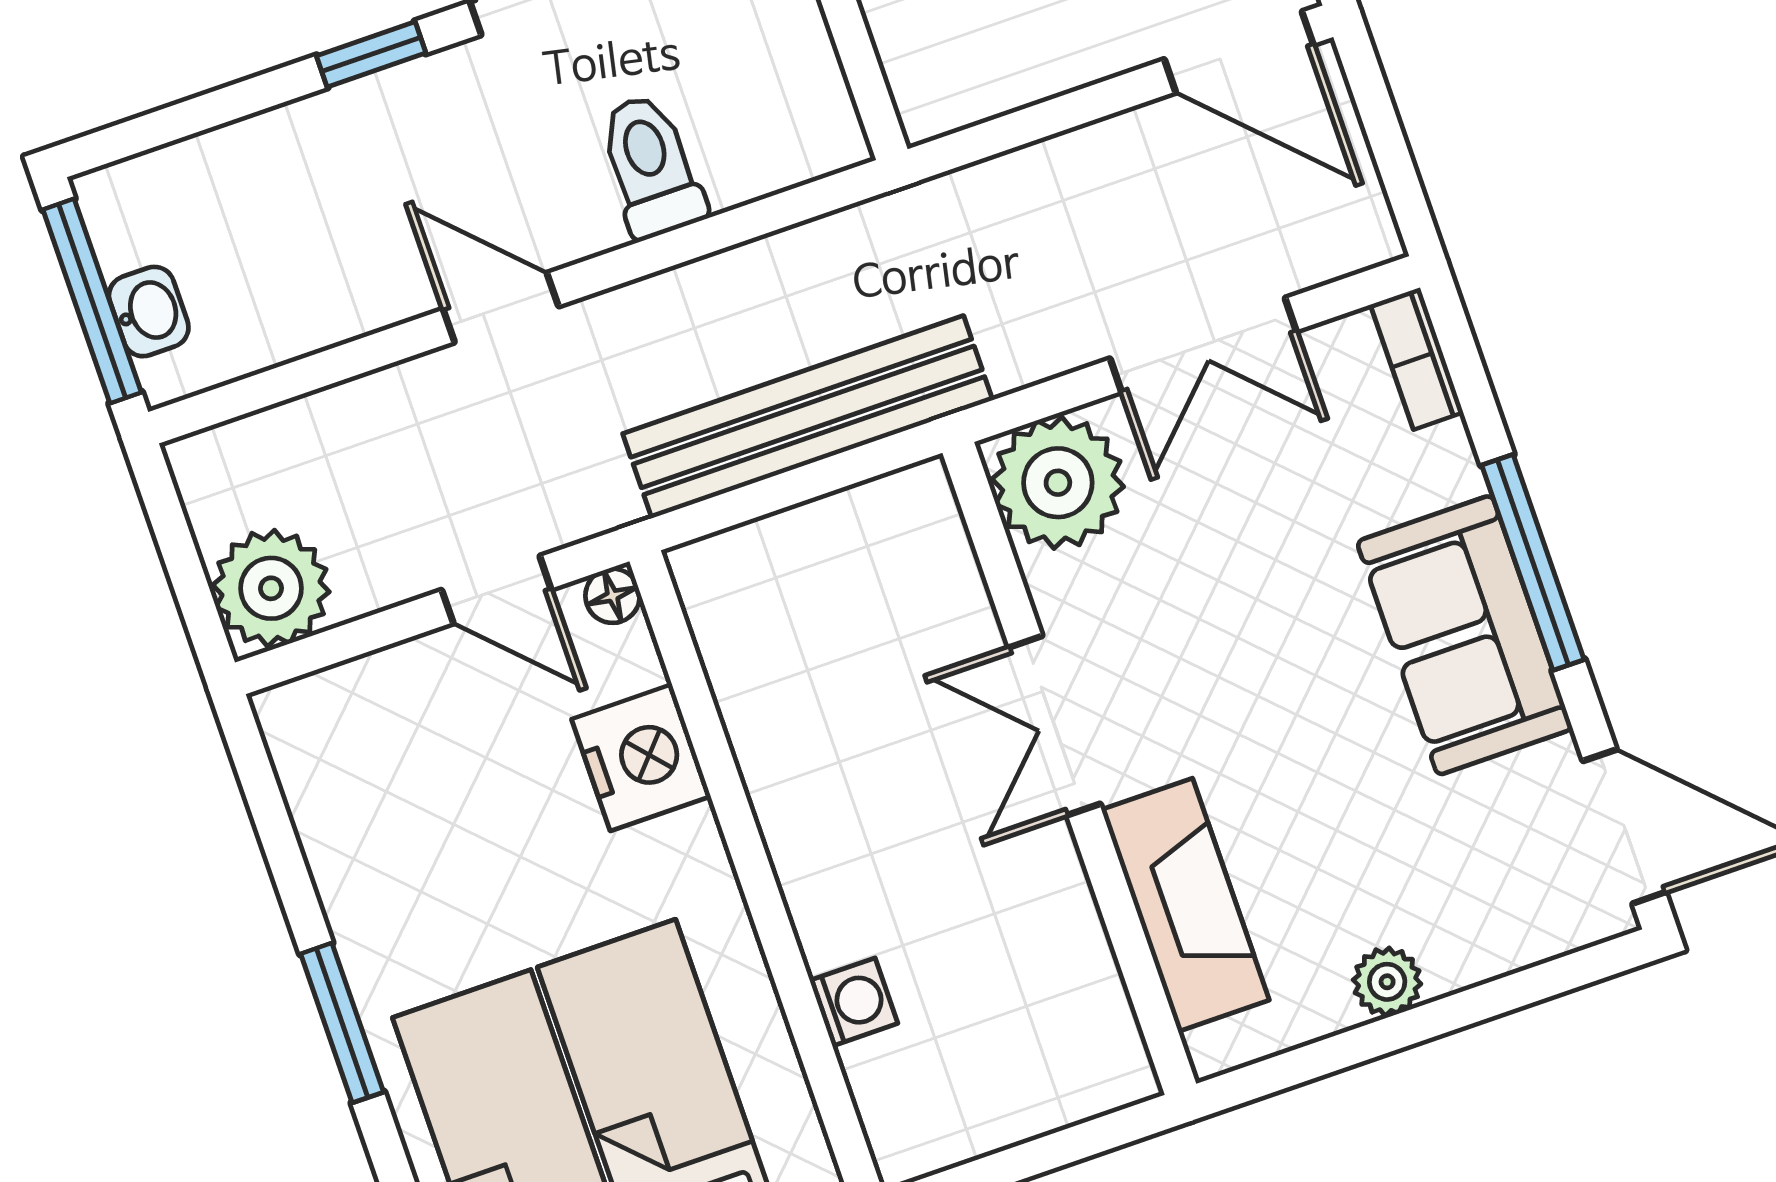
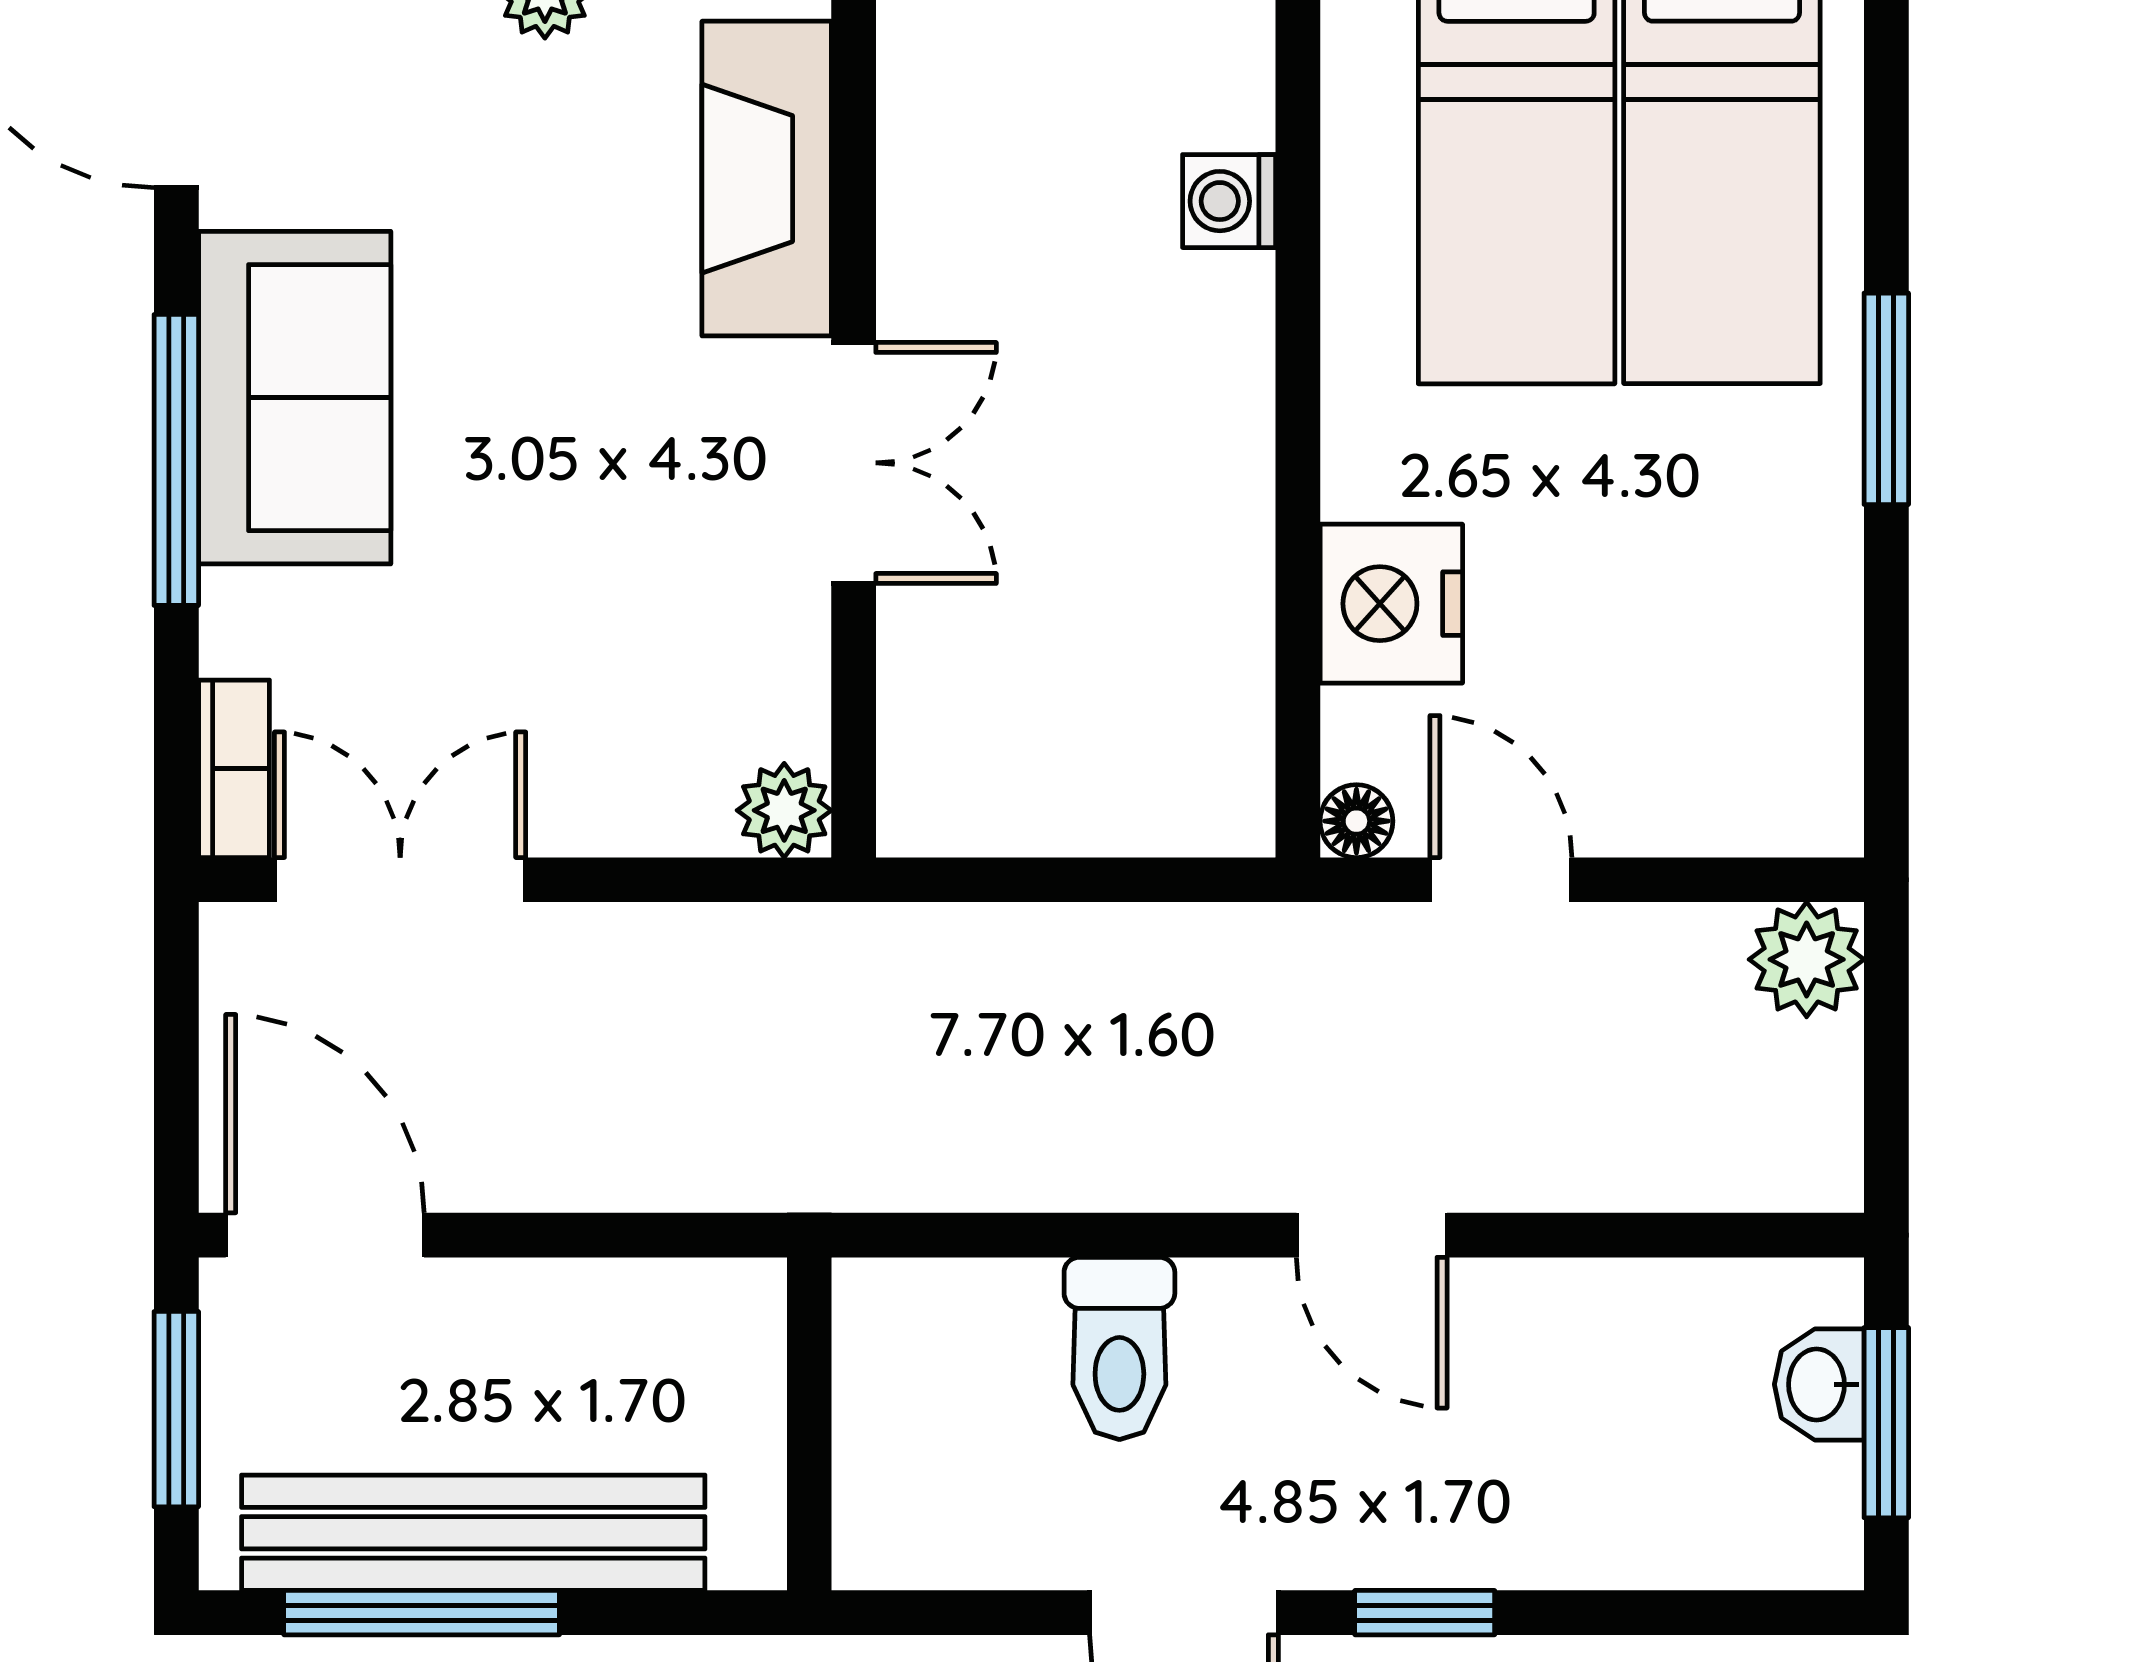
window: (92, 301) -> (1886, 1423), width x0.69
double door: (1203, 345) -> (400, 880), moved
bench: (808, 417) -> (1031, 962), removed
plant: (1058, 483) -> (784, 810), width x0.53, depth x0.53
plant: (271, 588) -> (1807, 959), width x0.73, depth x0.73

